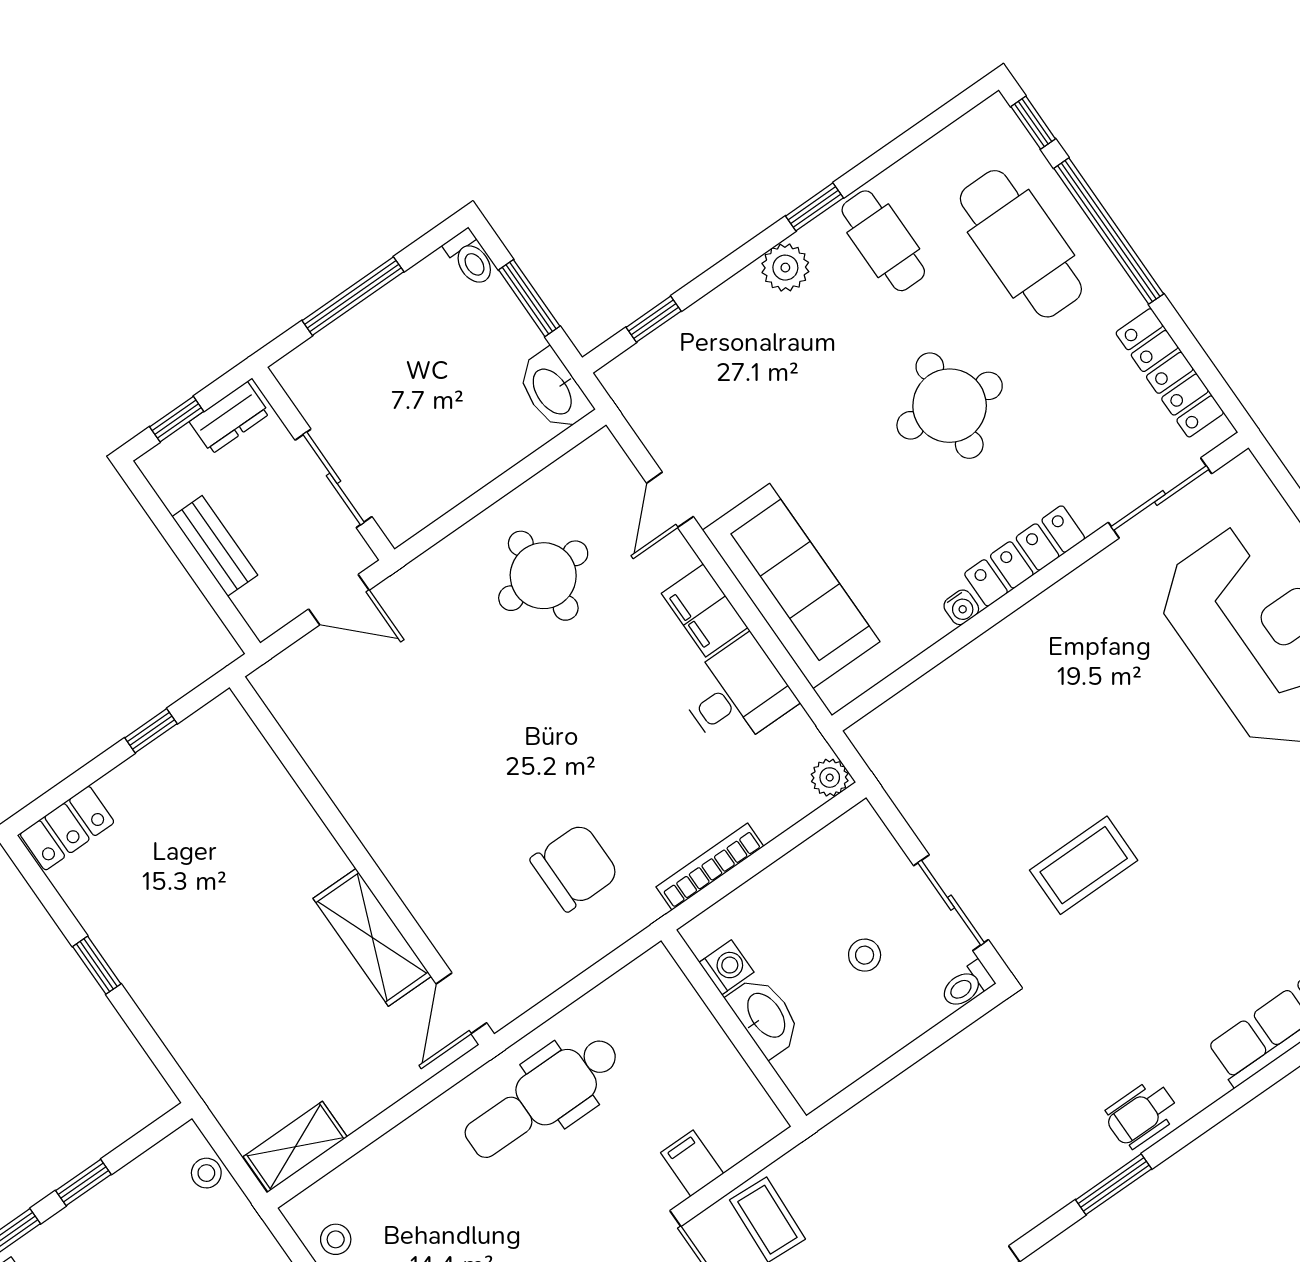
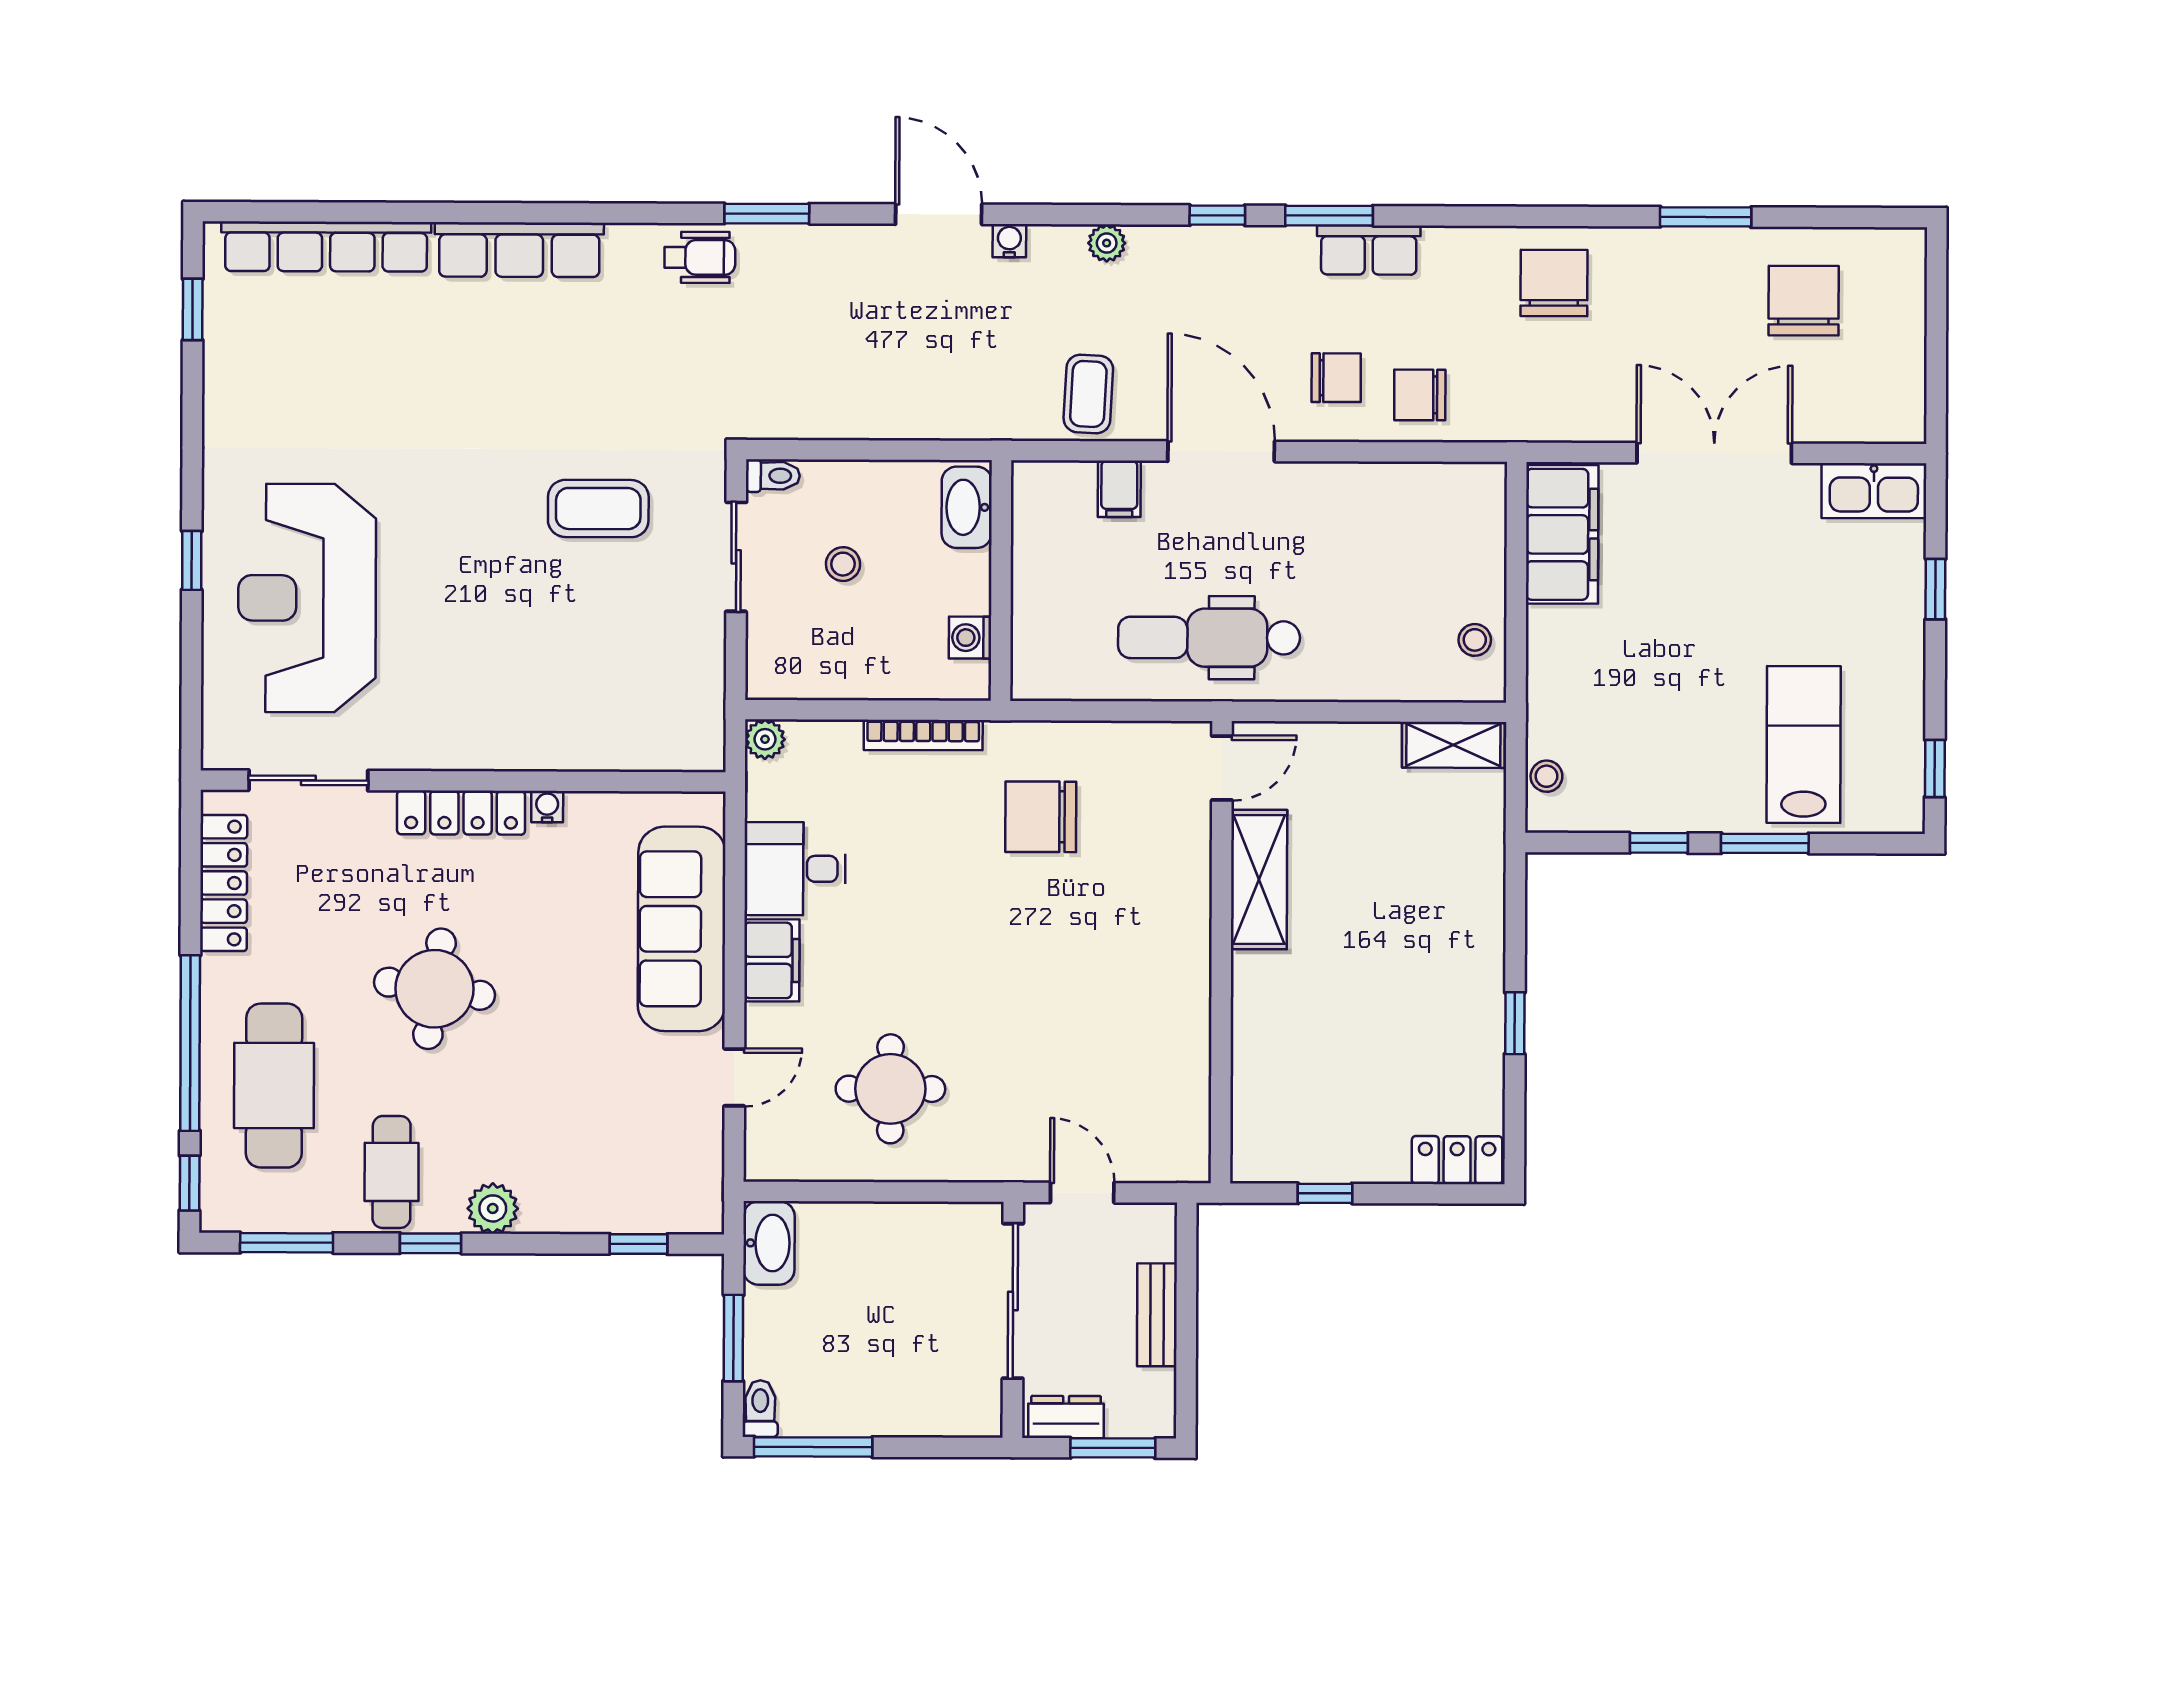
window: (926, 129) -> (287, 1243), added
window: (353, 296) -> (813, 1447), moved
window: (177, 419) -> (1113, 1448), width x1.50
sliding door: (334, 478) -> (1013, 1301), width x1.37
washbasin: (765, 1016) -> (967, 507), moved
dental chair: (542, 1097) -> (1209, 638), turned 180

